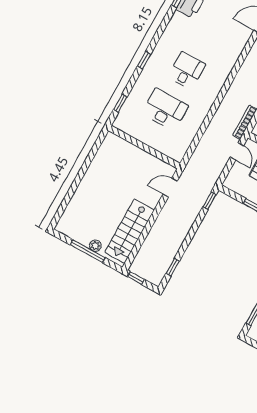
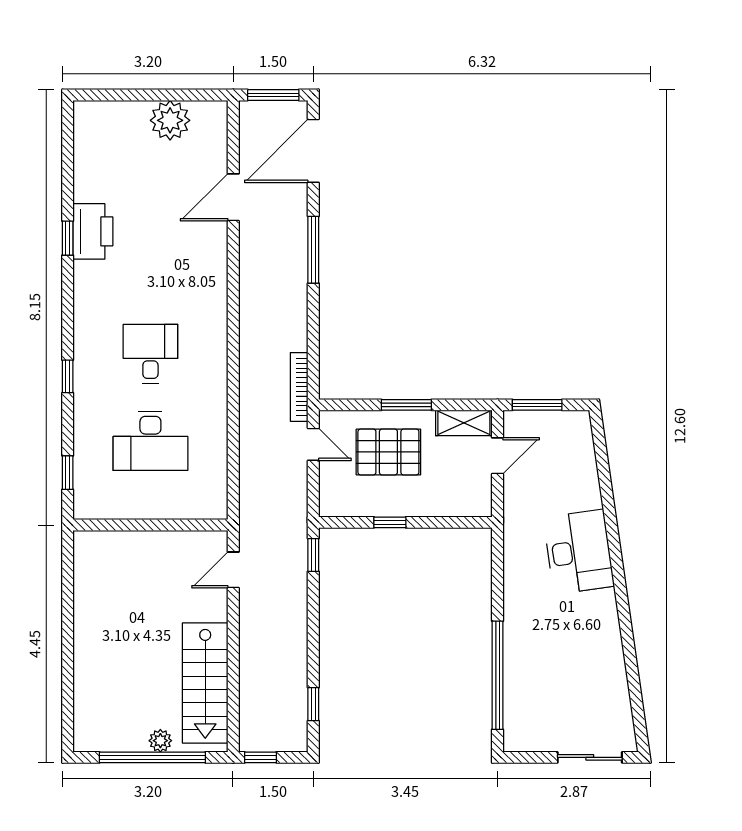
desk: (165, 110) -> (150, 441), turned 180
window: (88, 251) -> (152, 757), width x1.46

